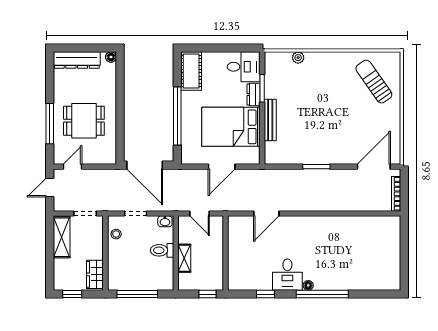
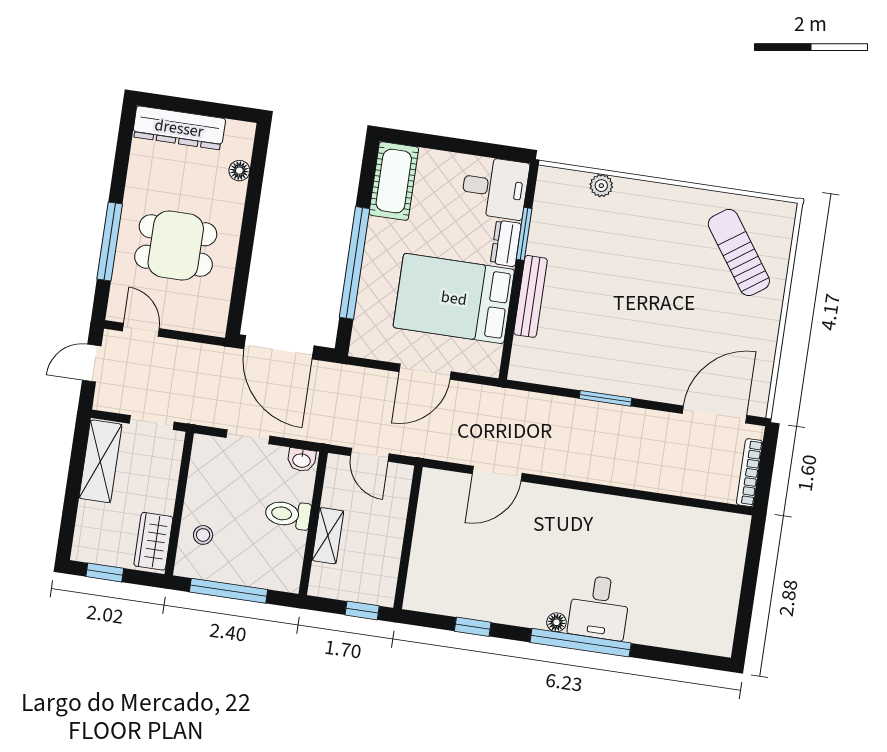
floor lamp: (111, 57) -> (239, 171), moved
door: (72, 167) -> (141, 330), hinge flipped
stool: (116, 234) -> (203, 535), moved
desk: (287, 275) -> (599, 607), moved

